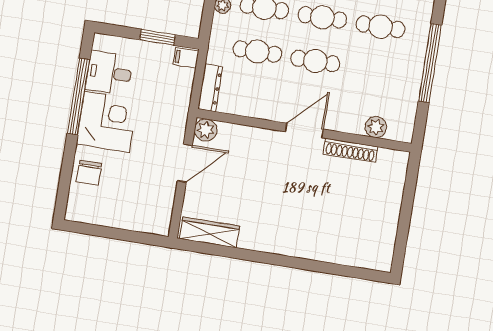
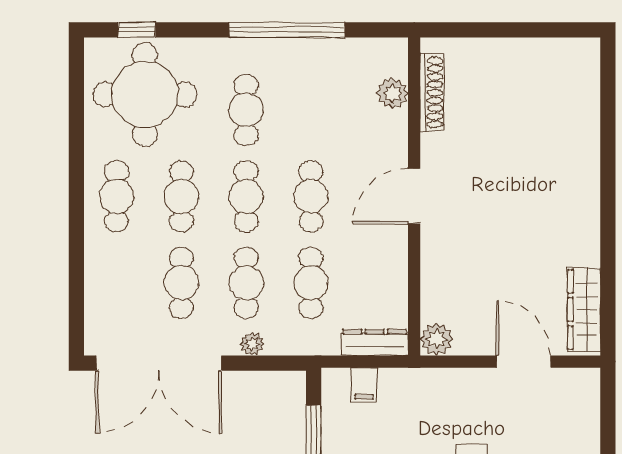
filing cabinet: (186, 58) -> (364, 385), moved
door: (304, 130) -> (414, 196), hinge flipped
shoe rack: (350, 150) -> (432, 92), moved
door: (185, 163) -> (524, 362), moved

